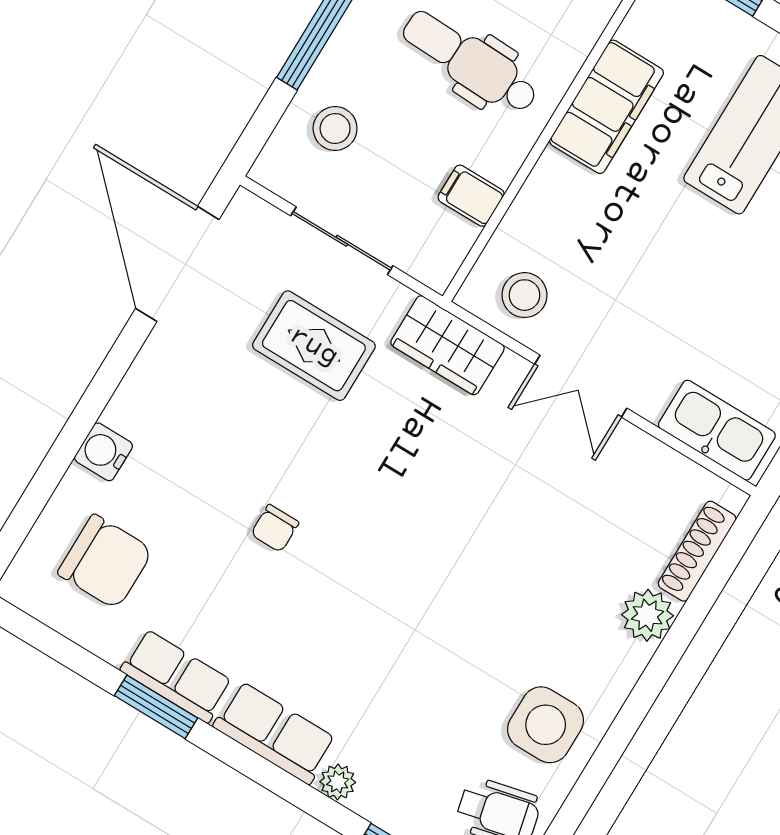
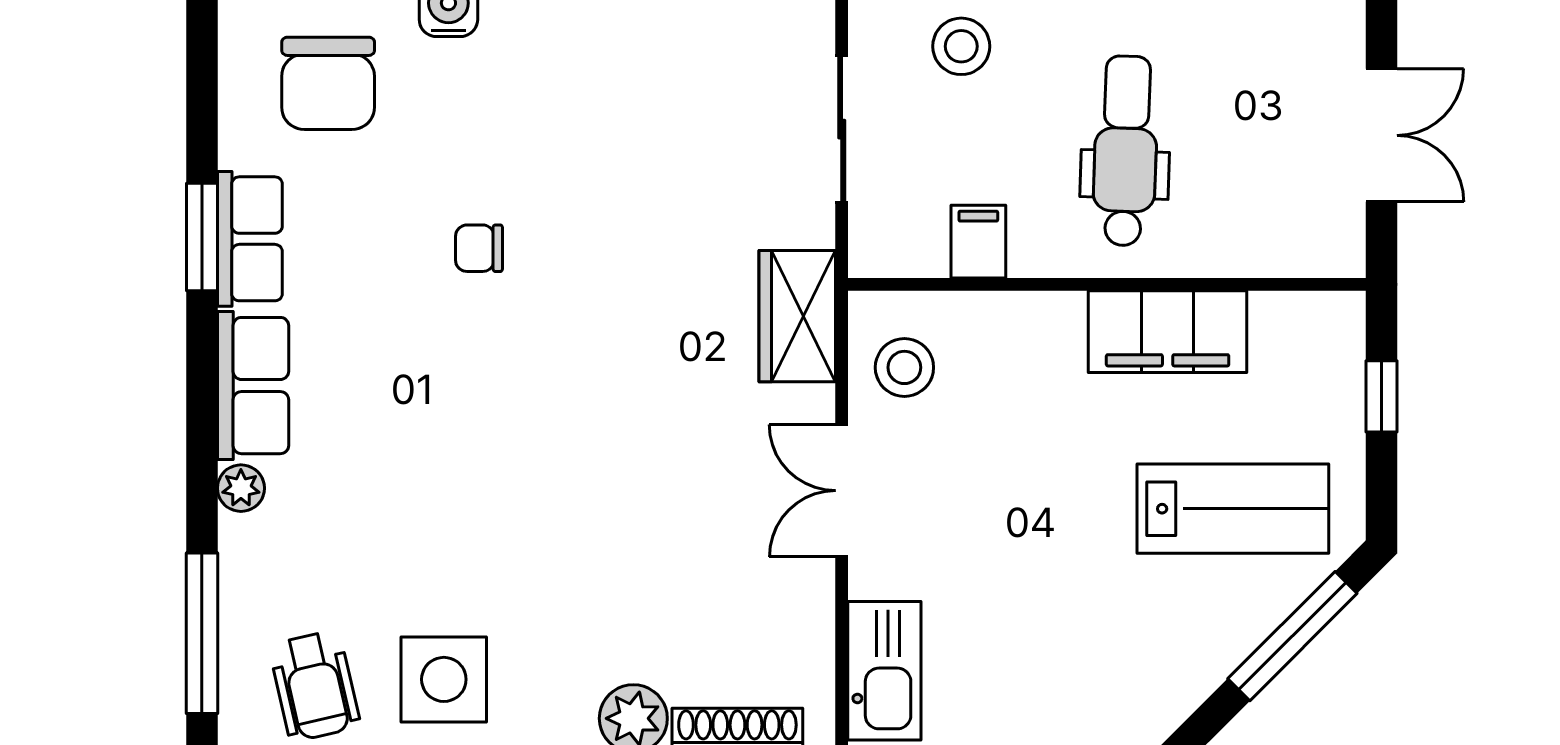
rug: (314, 346) -> (707, 169), removed

